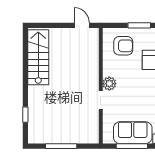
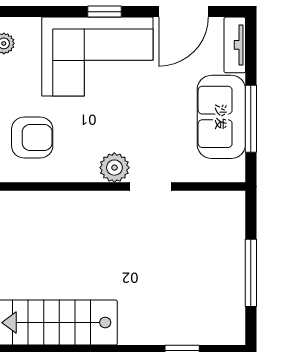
armchair: (123, 46) -> (32, 137), turned 90

